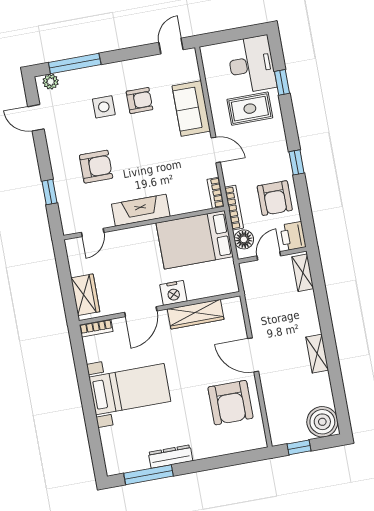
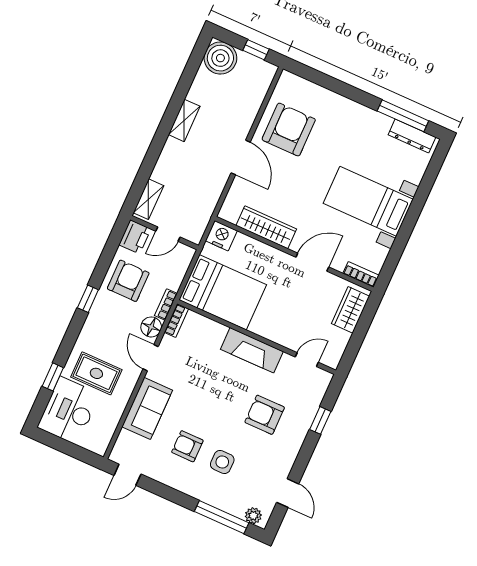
bookcase: (234, 208) -> (166, 304), width x0.64
floor lamp: (244, 239) -> (151, 327), moved
nightstand: (173, 293) -> (221, 236), moved
dresser: (171, 457) -> (412, 136), moved

